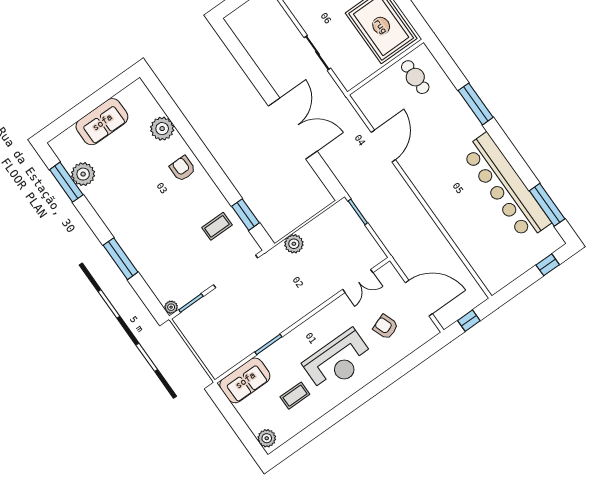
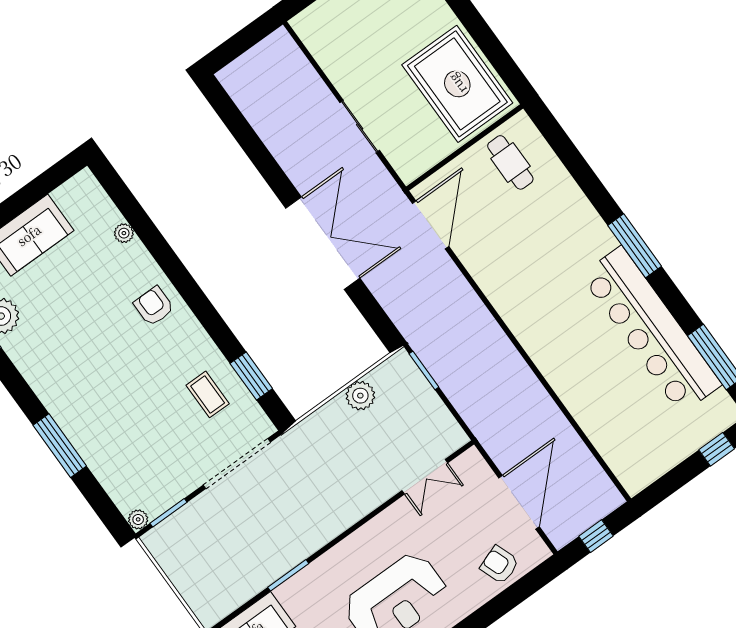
window: (476, 104) -> (635, 246), moved
plant: (162, 129) -> (124, 233), width x0.53, depth x0.53
door: (383, 146) -> (431, 225), moved
coffee table: (217, 226) -> (208, 394), turned 90
plant: (294, 244) -> (360, 396), moved
door: (419, 298) -> (519, 502), hinge flipped
armchair: (386, 327) -> (499, 565), moved

